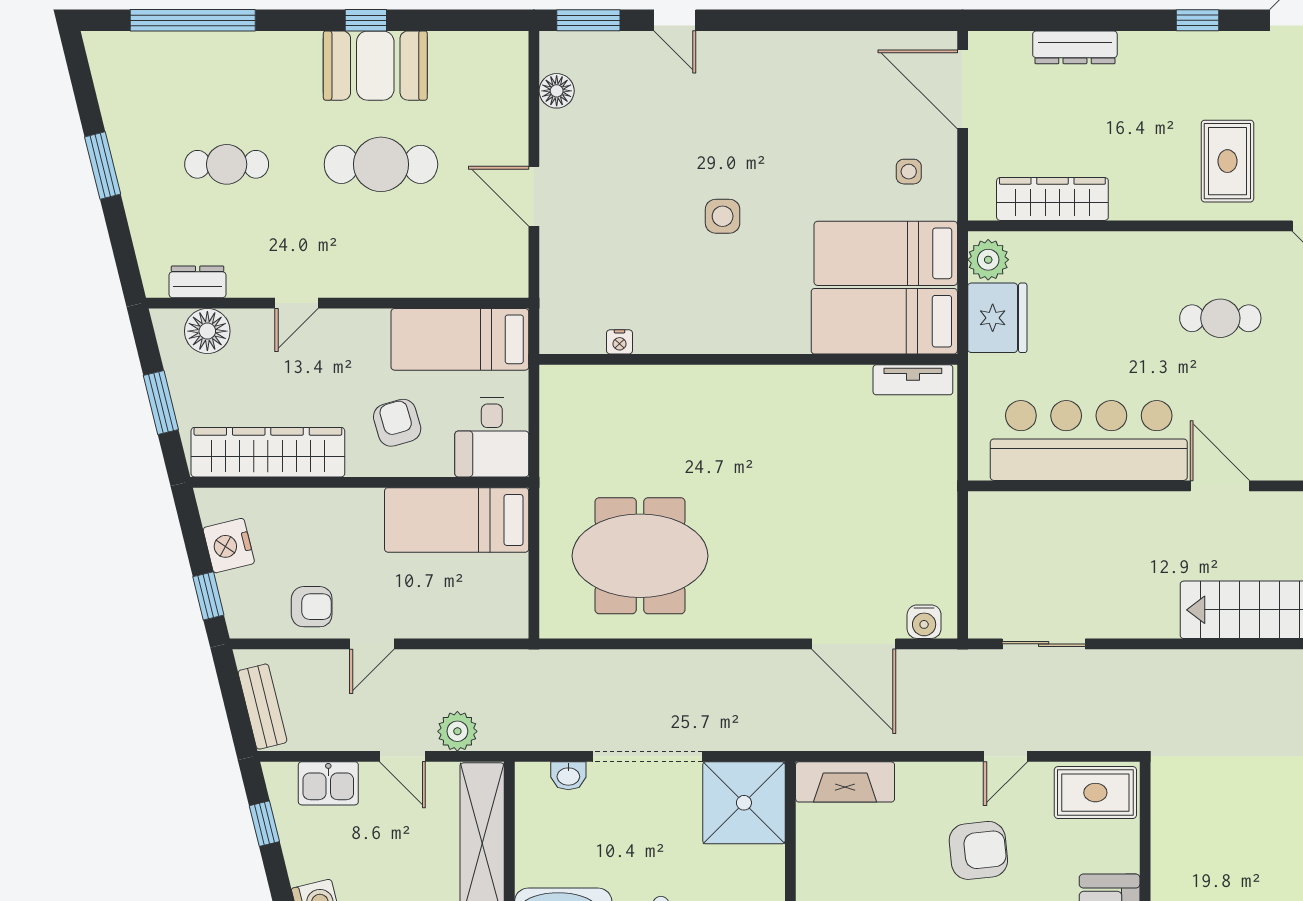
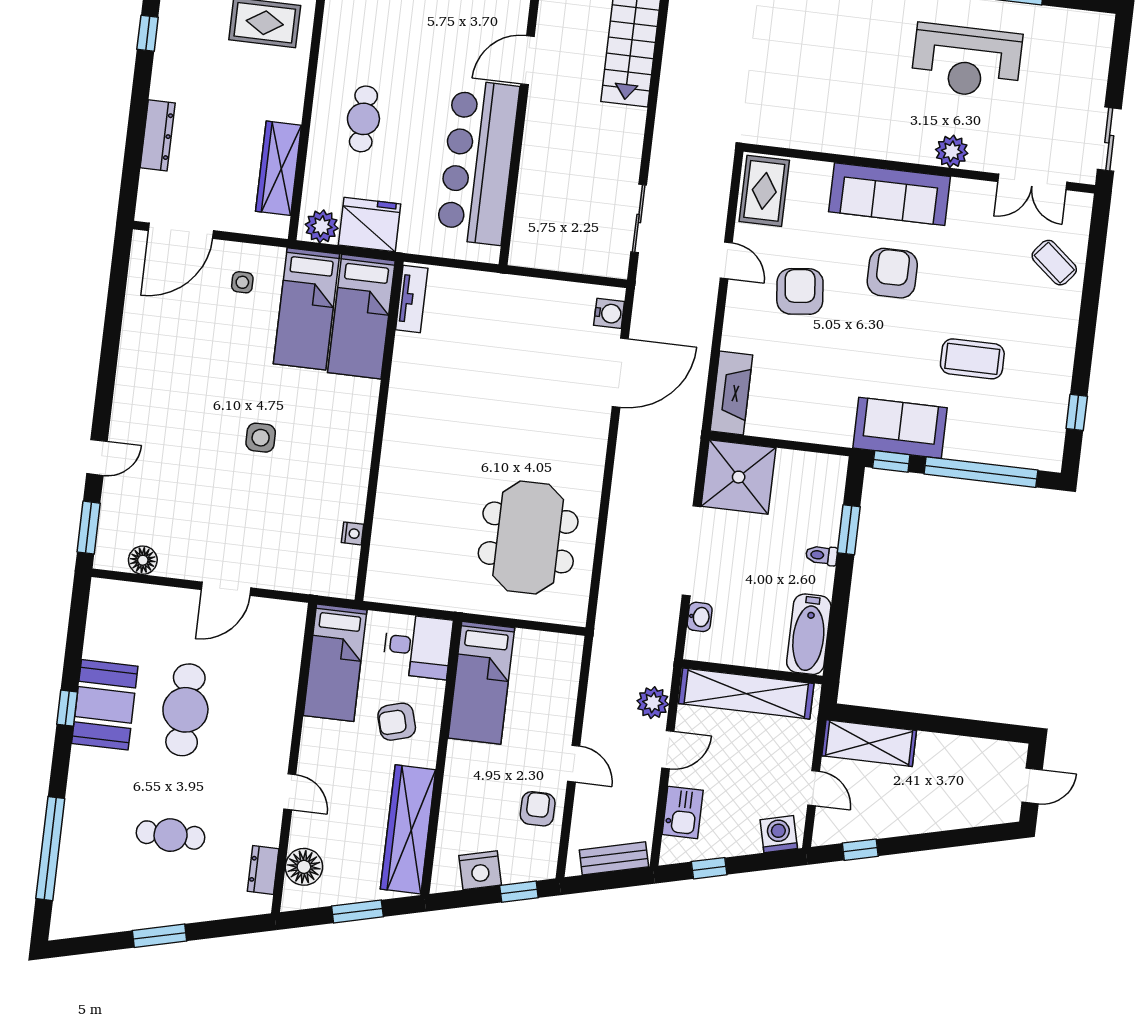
cafe table: (227, 164) -> (171, 835), turned 90
cafe table: (1220, 318) -> (363, 119), moved

